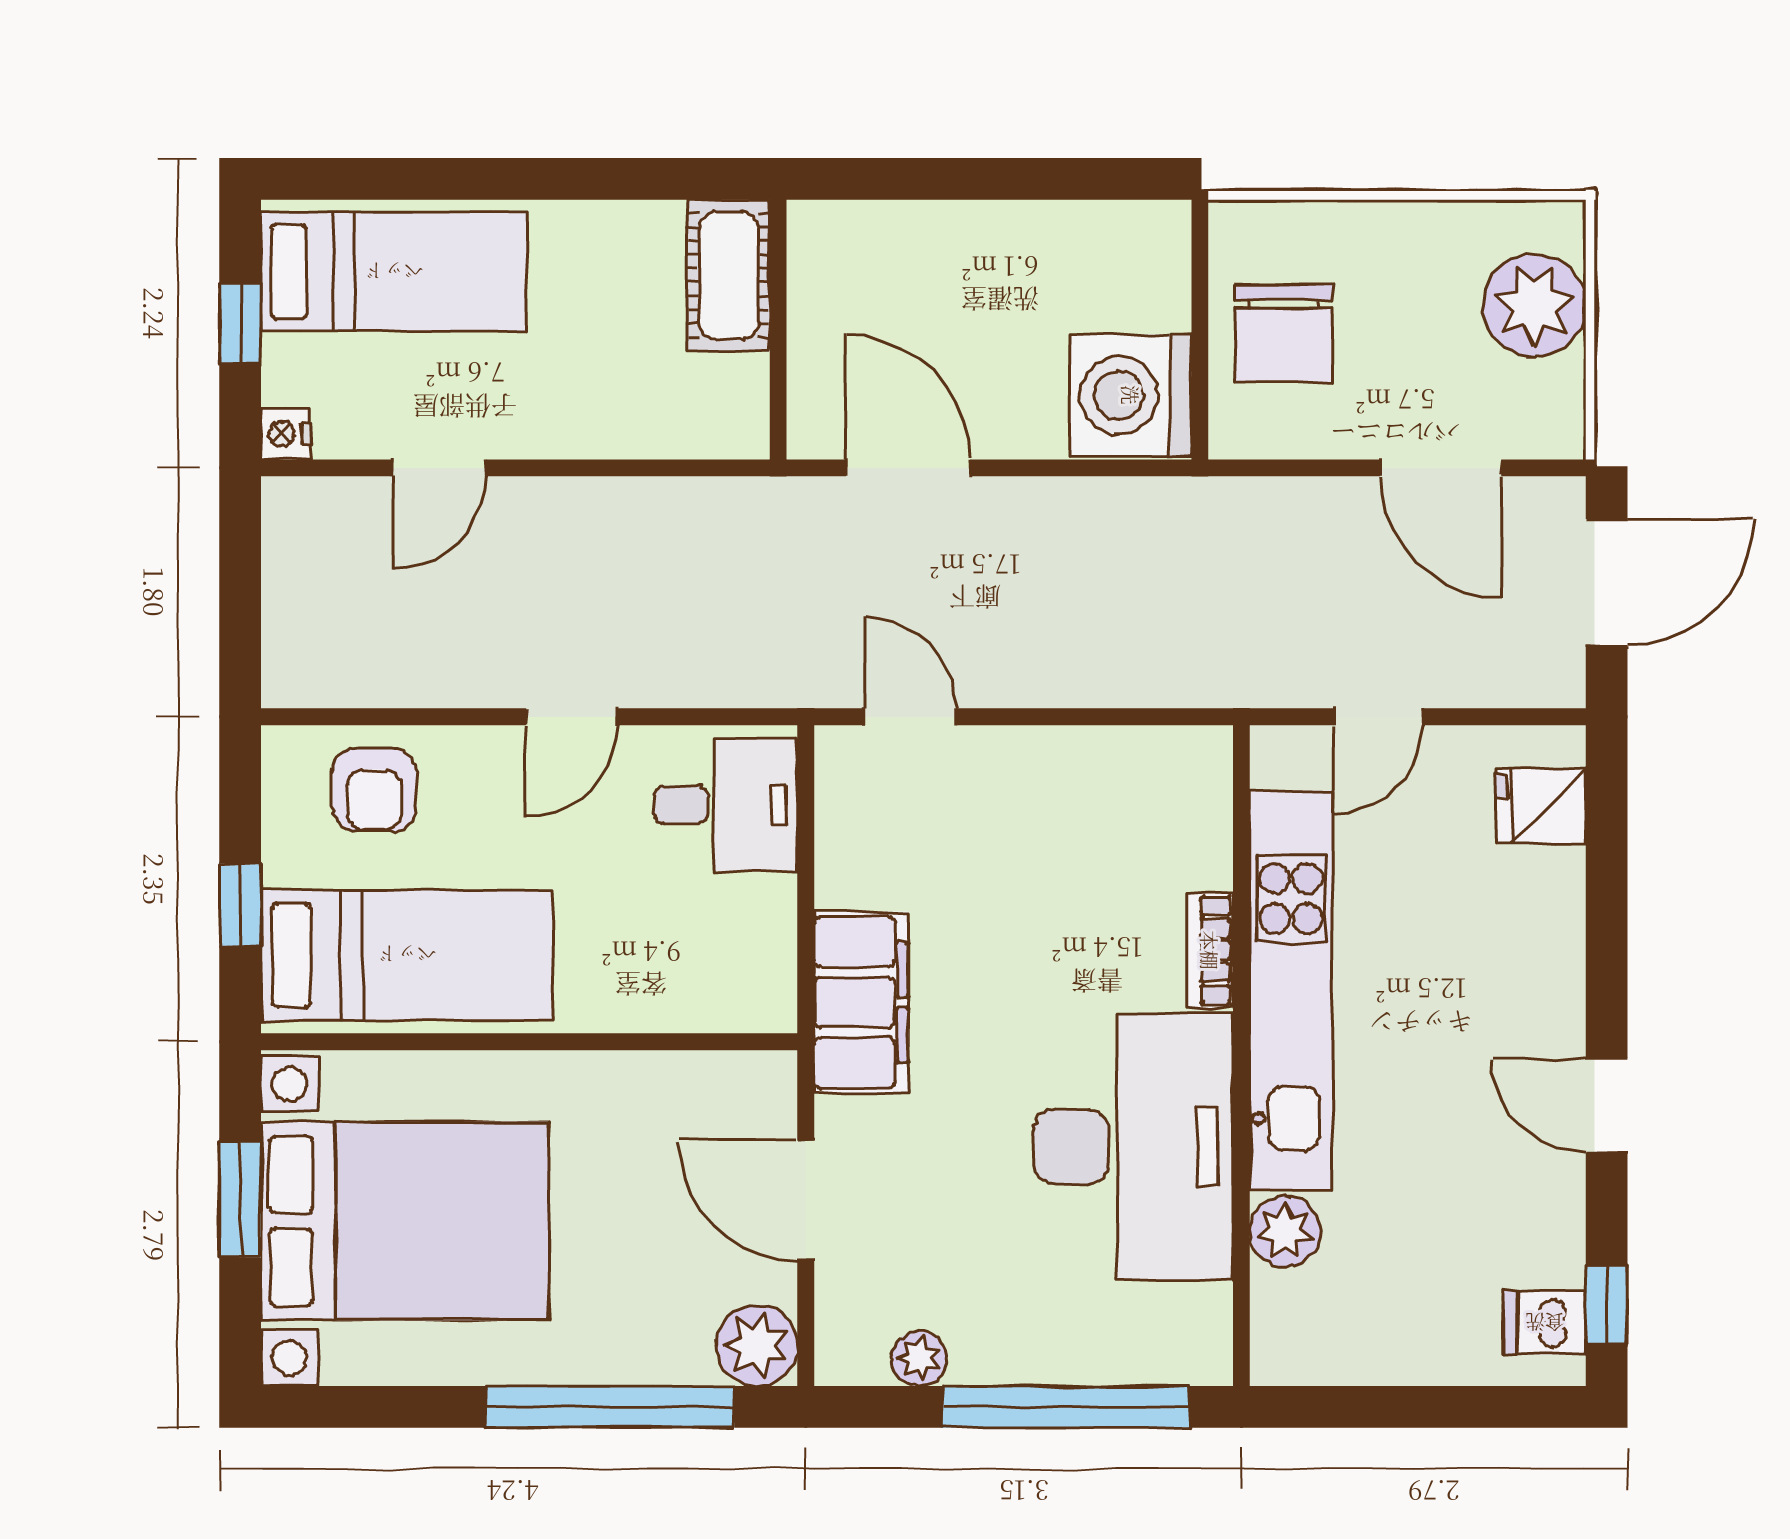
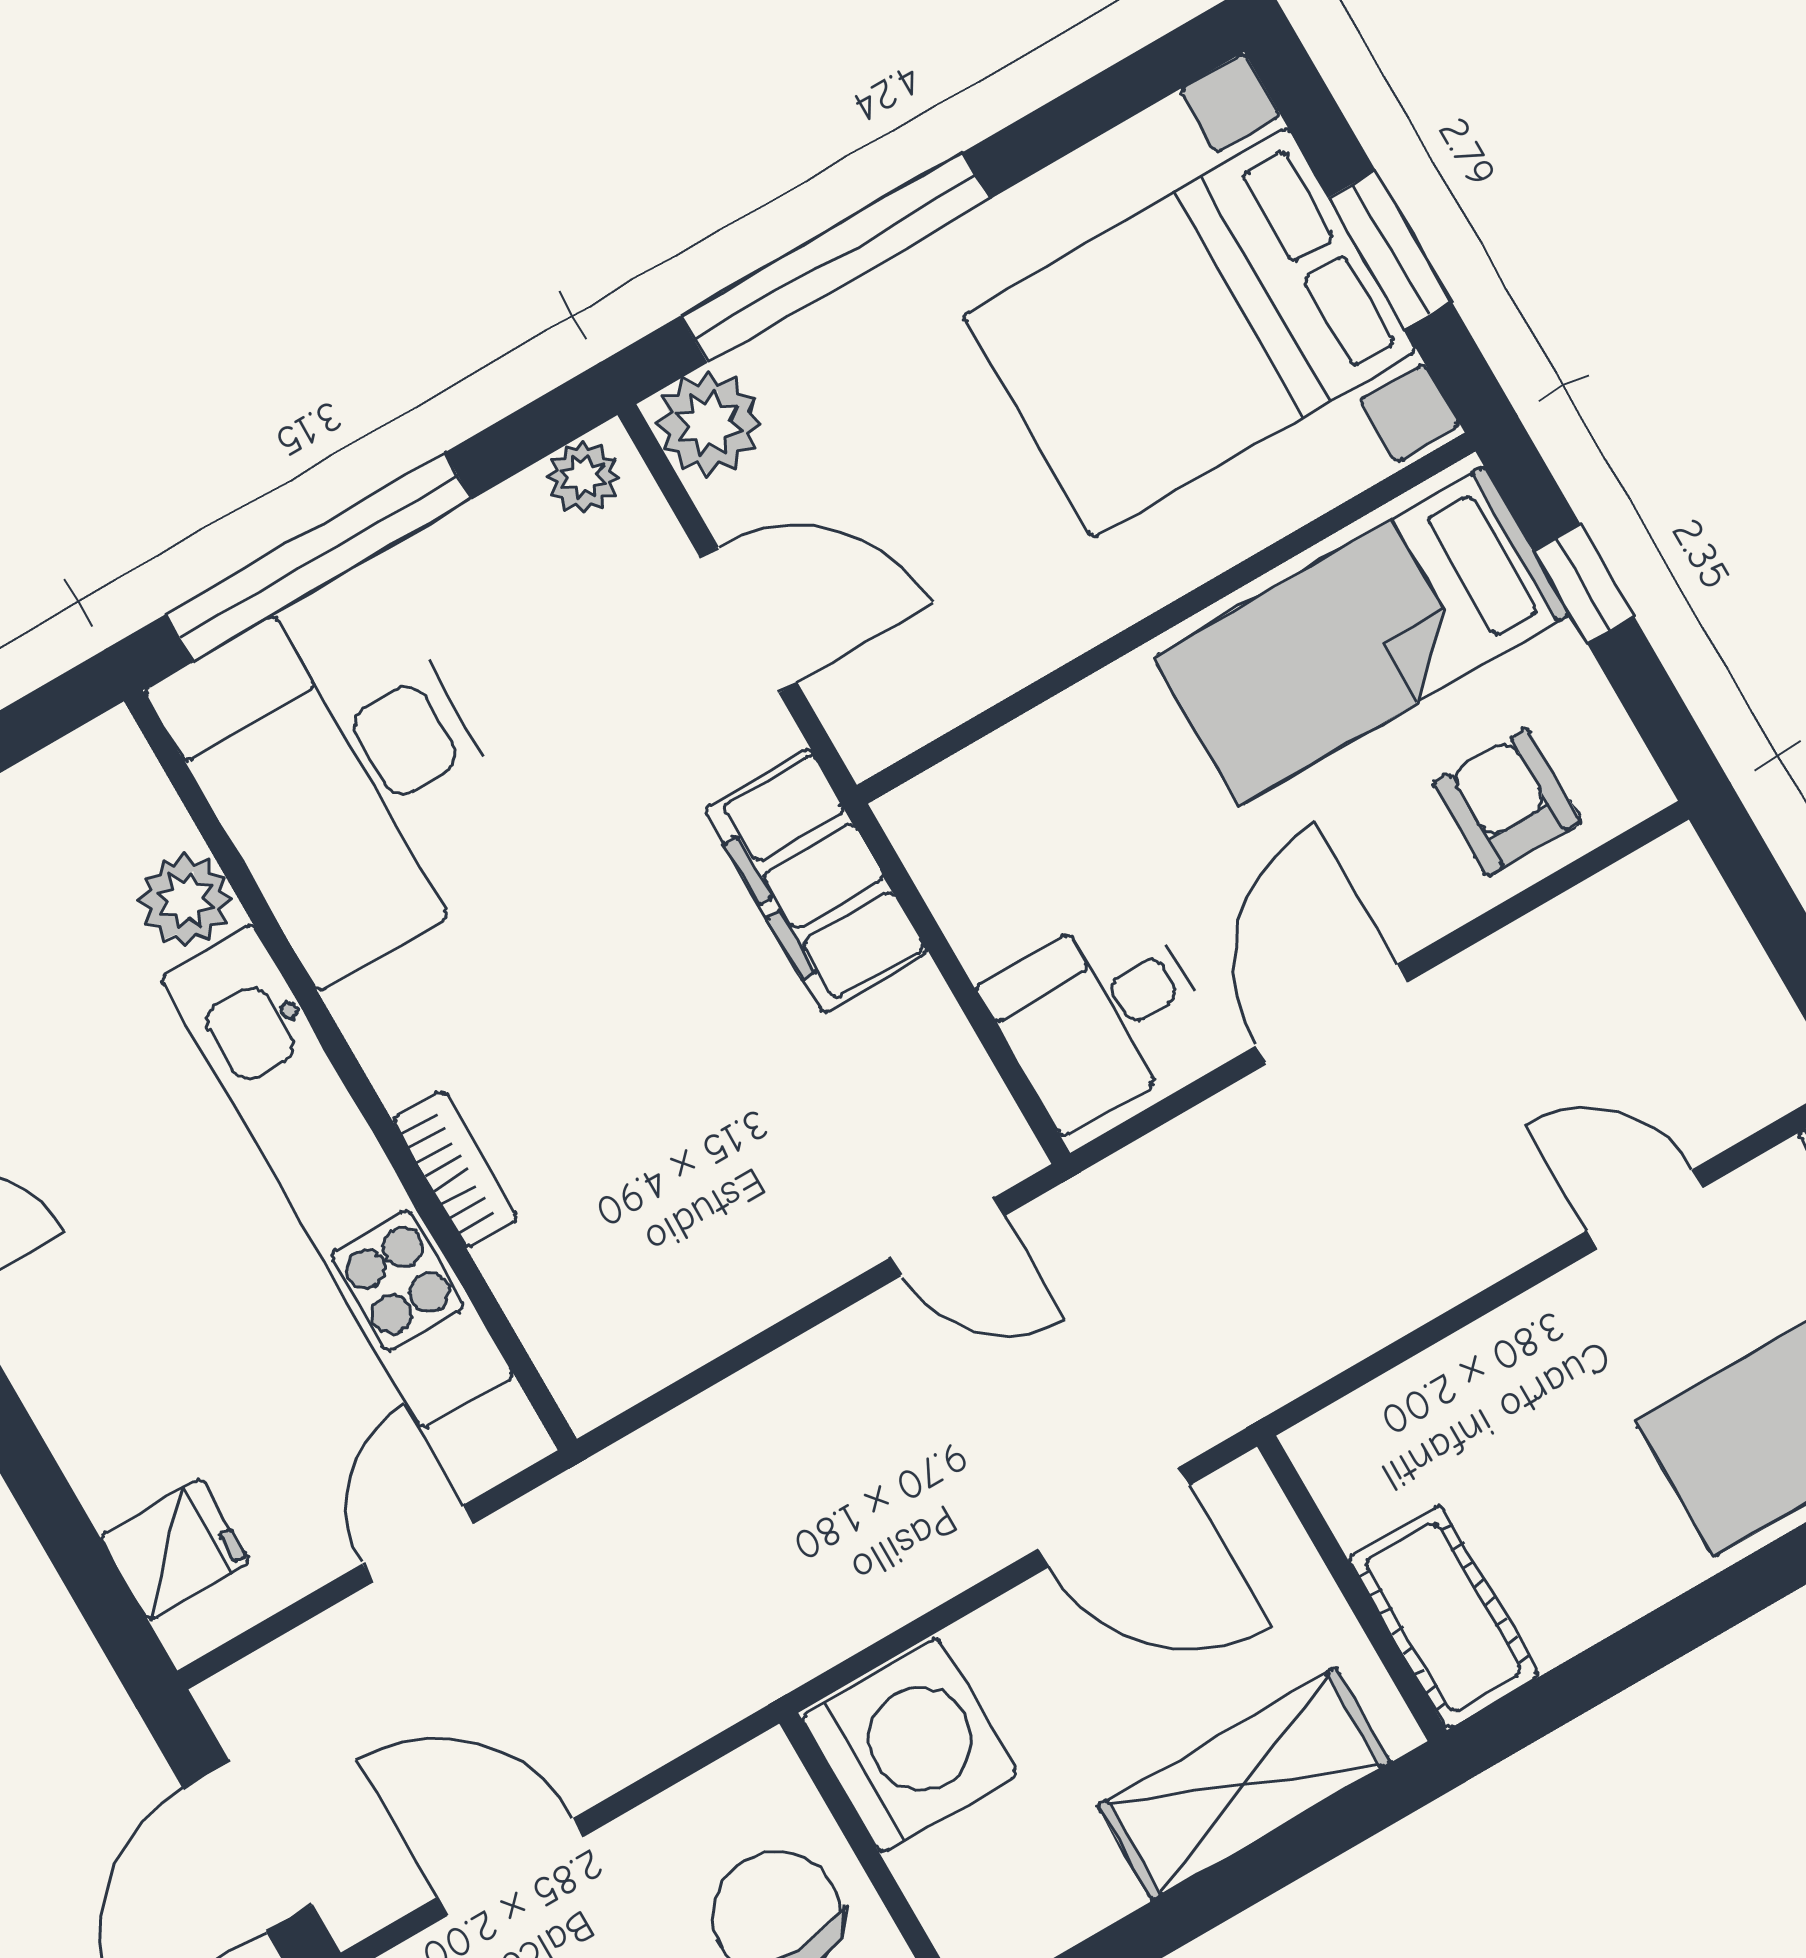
shelving: (924, 242) -> (1244, 1784), added
door: (439, 468) -> (1645, 1209), hinge flipped
door: (572, 717) -> (1332, 1014), width x1.38
desk: (1133, 1147) -> (344, 776), moved
plant: (919, 1358) -> (583, 477), moved

